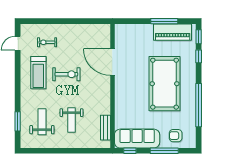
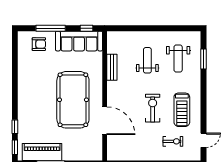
treadmill: (38, 73) -> (182, 110), turned 180
exercise bike: (66, 74) -> (153, 108), turned 90
pool table: (165, 84) -> (73, 100), moved
window: (199, 105) -> (15, 76), removed
bench: (105, 128) -> (112, 67), moved

